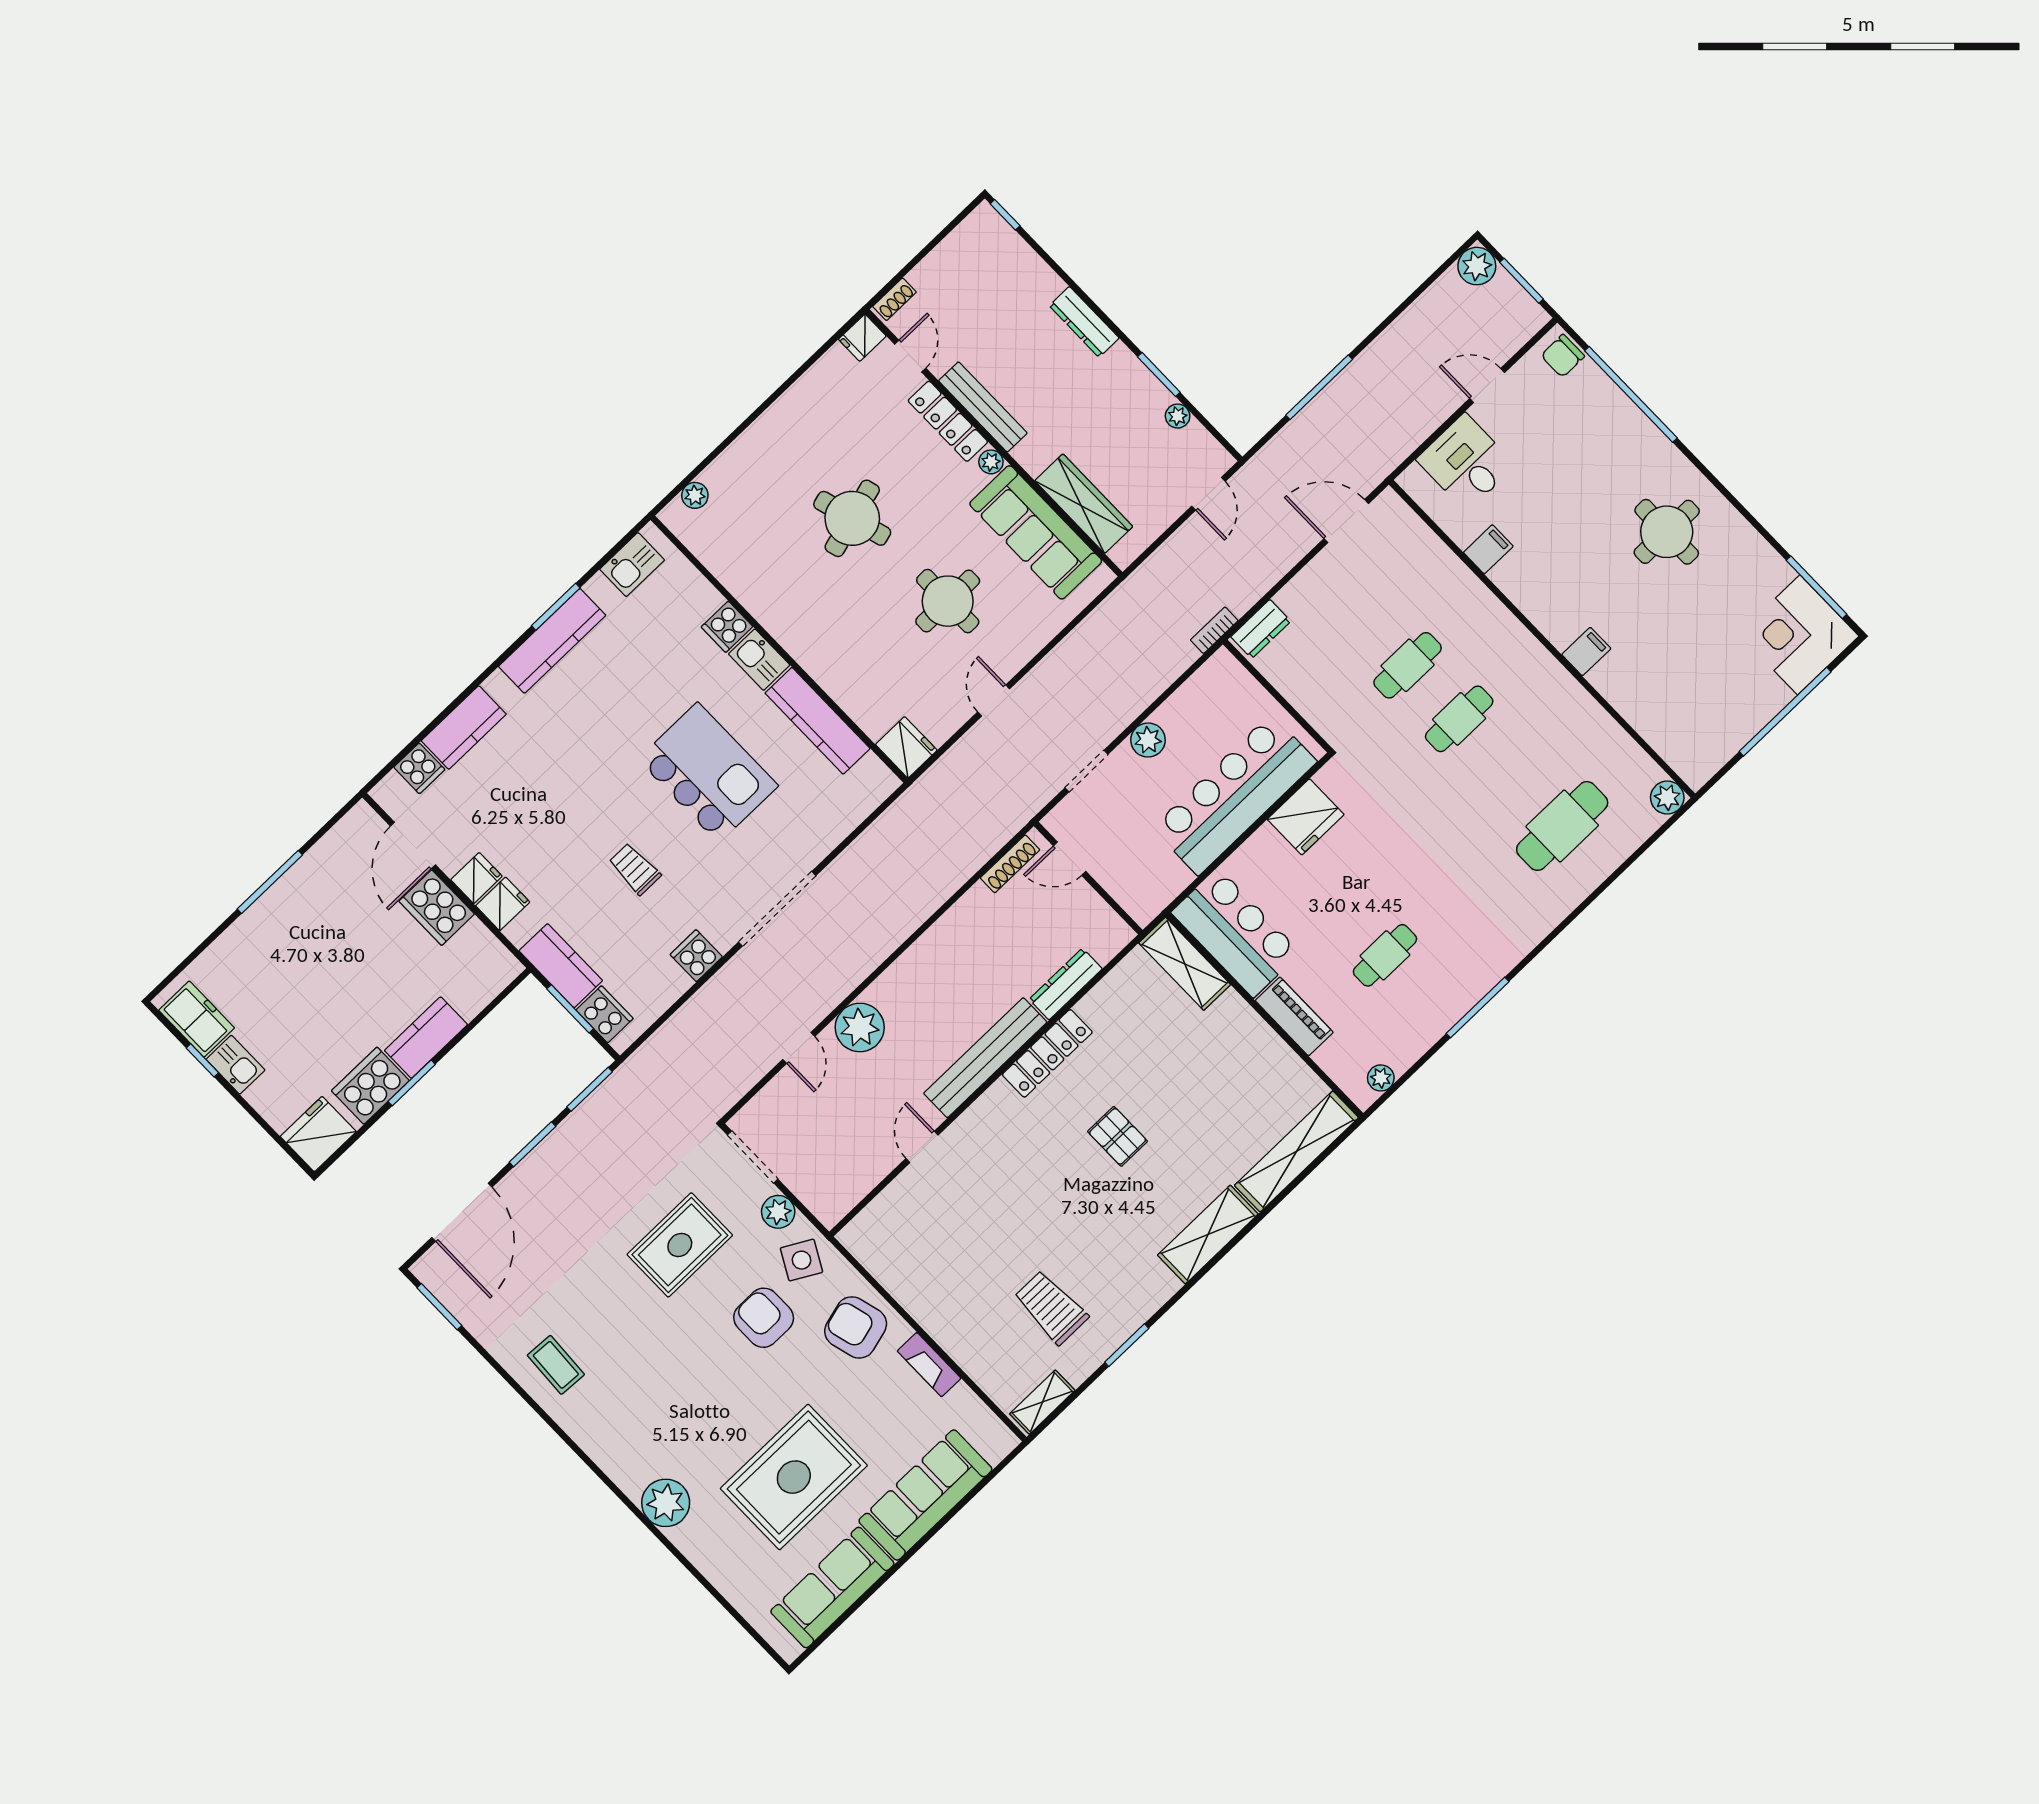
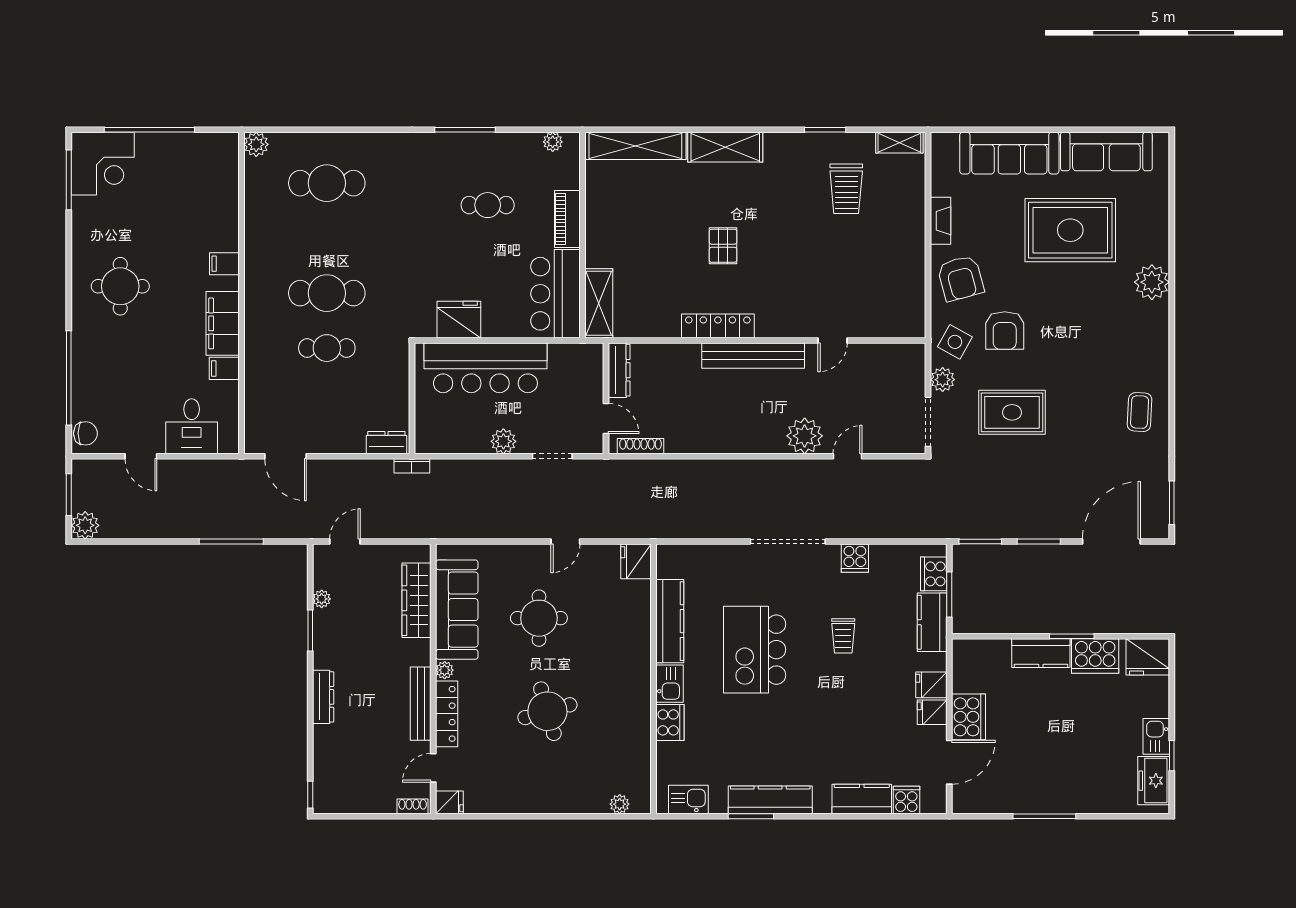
filing cabinet: (1532, 592) -> (223, 323), added
cooker: (727, 627) -> (670, 722), width x1.36
cafe table: (1459, 719) -> (327, 293), width x1.37, depth x1.35
dresser: (1066, 984) -> (619, 370), moved, turned -90

